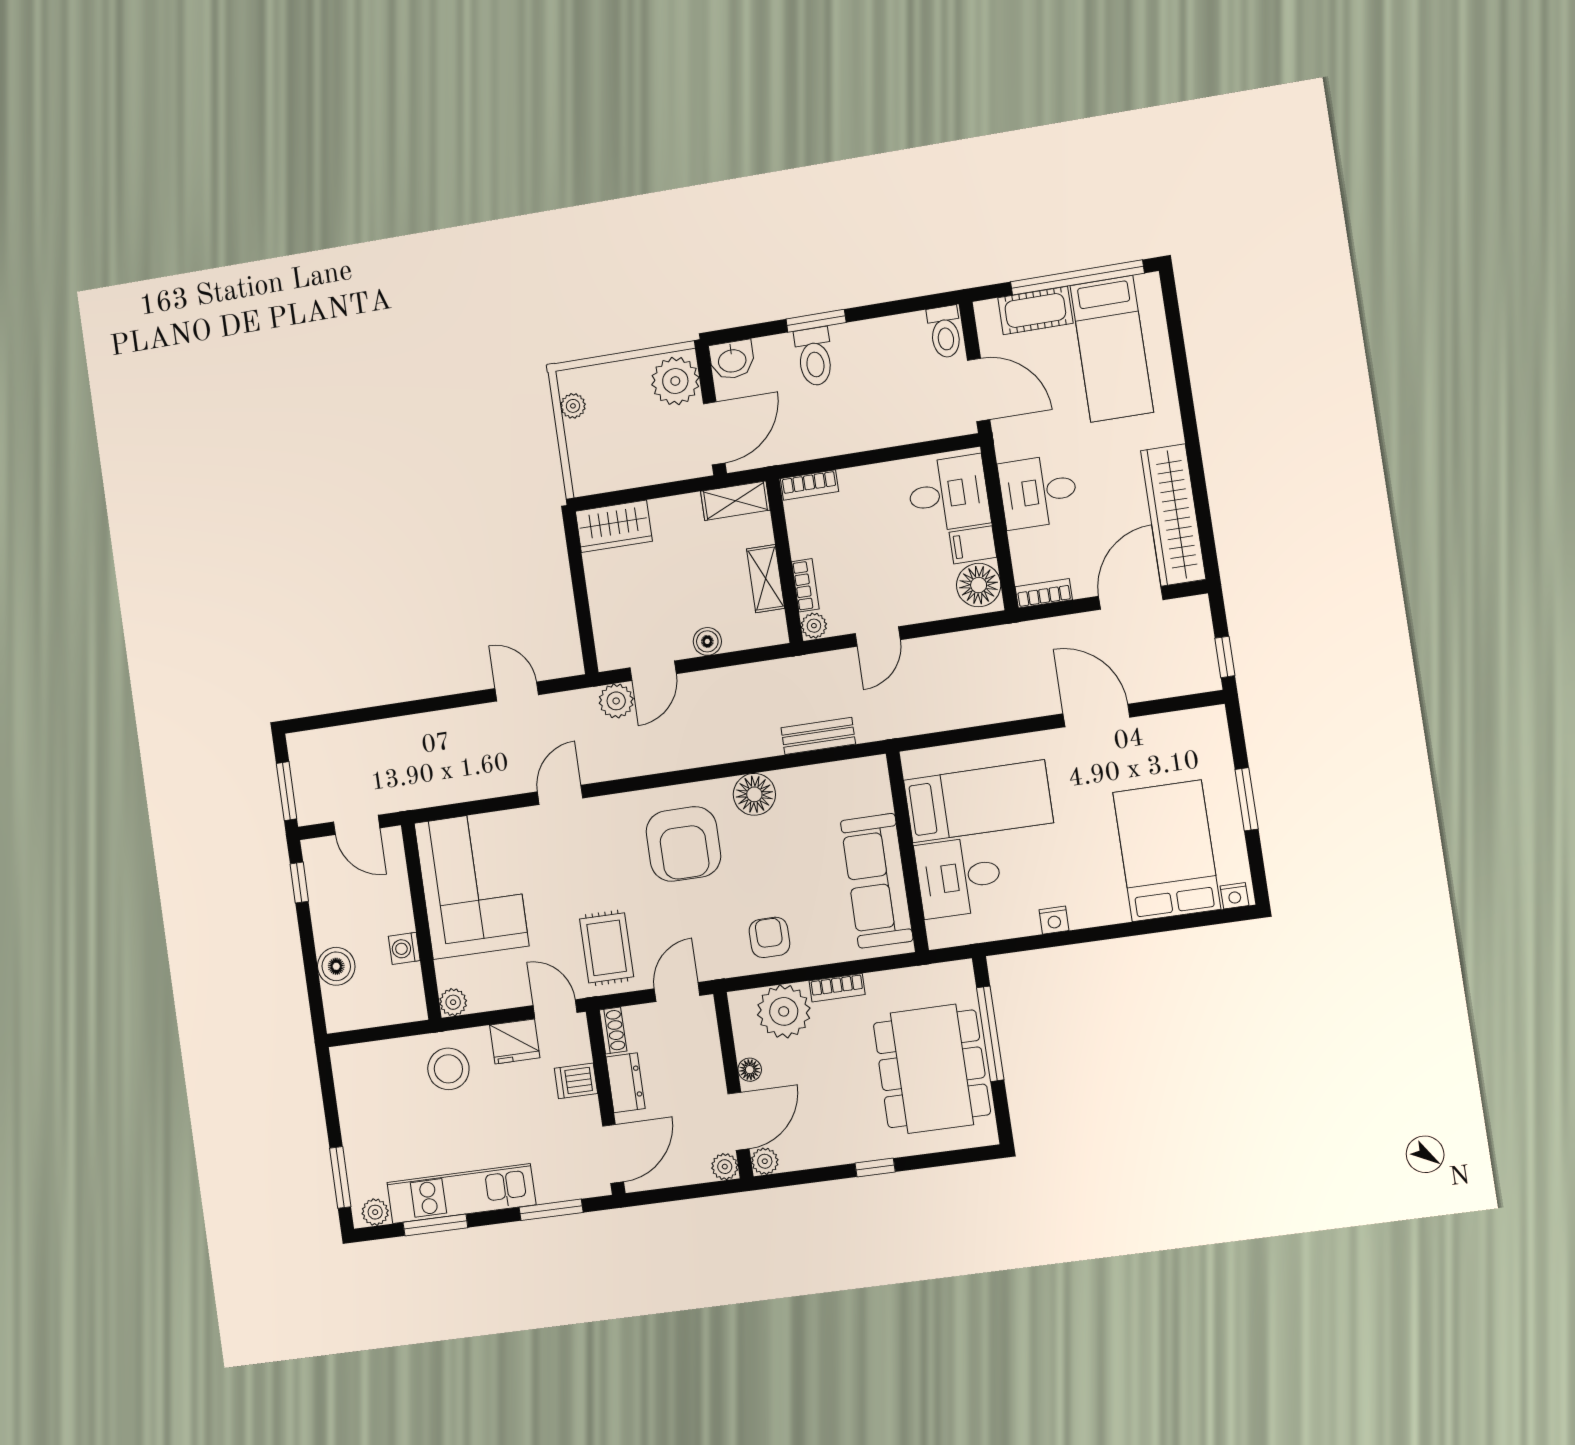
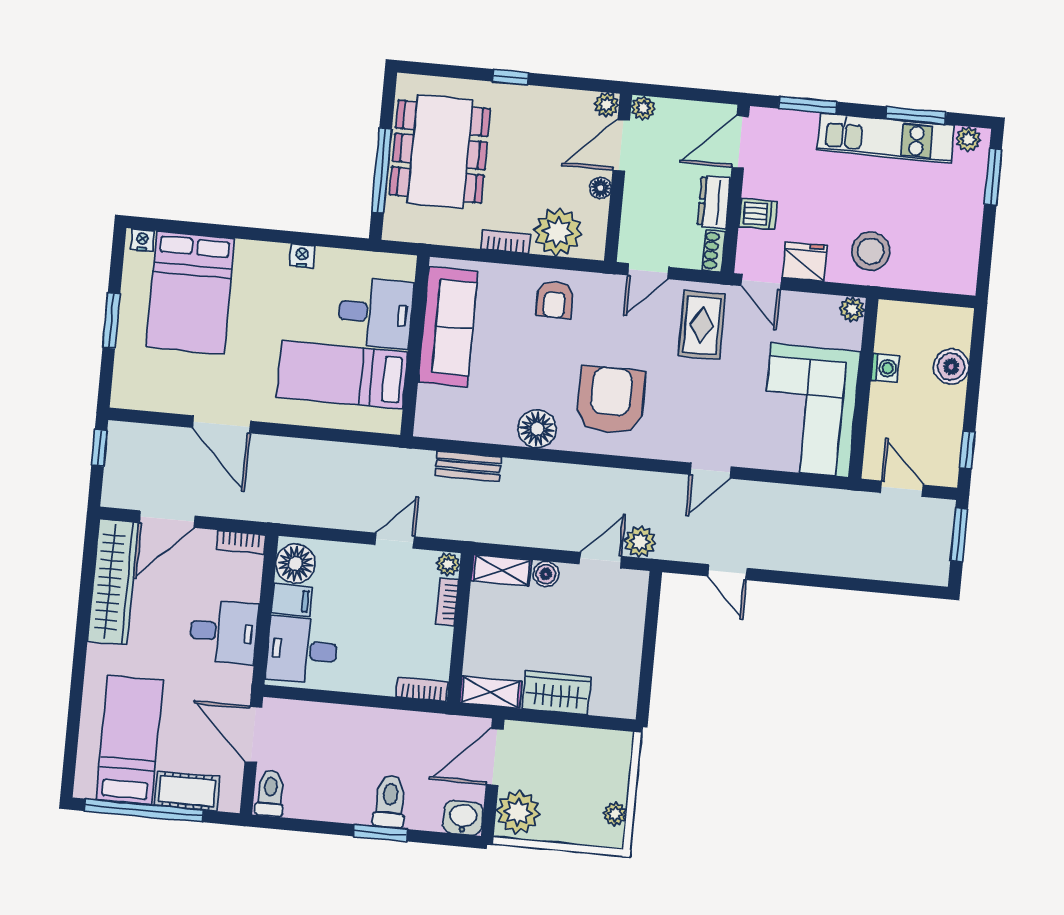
wardrobe: (614, 526) -> (557, 693), moved
shelving: (766, 579) -> (501, 570), moved, turned 90

